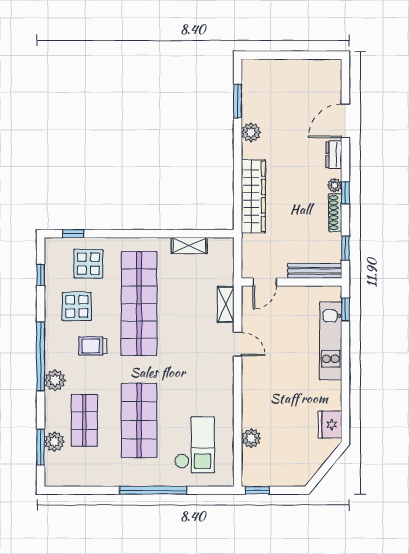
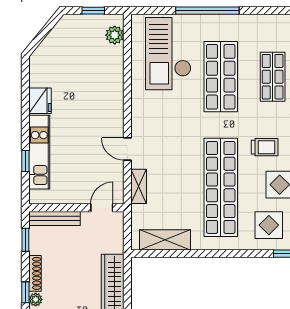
shelving: (189, 245) -> (165, 240), width x1.50, depth x1.33
window: (345, 309) -> (25, 161), moved
fridge: (330, 425) -> (40, 101), moved
plant: (251, 438) -> (115, 35), moved
checkout: (195, 445) -> (168, 54), width x1.36, depth x1.21
window: (257, 490) -> (93, 11), moved

